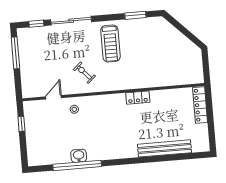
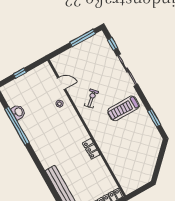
window: (21, 124) -> (20, 73), moved
washbasin: (79, 156) -> (18, 112), moved

